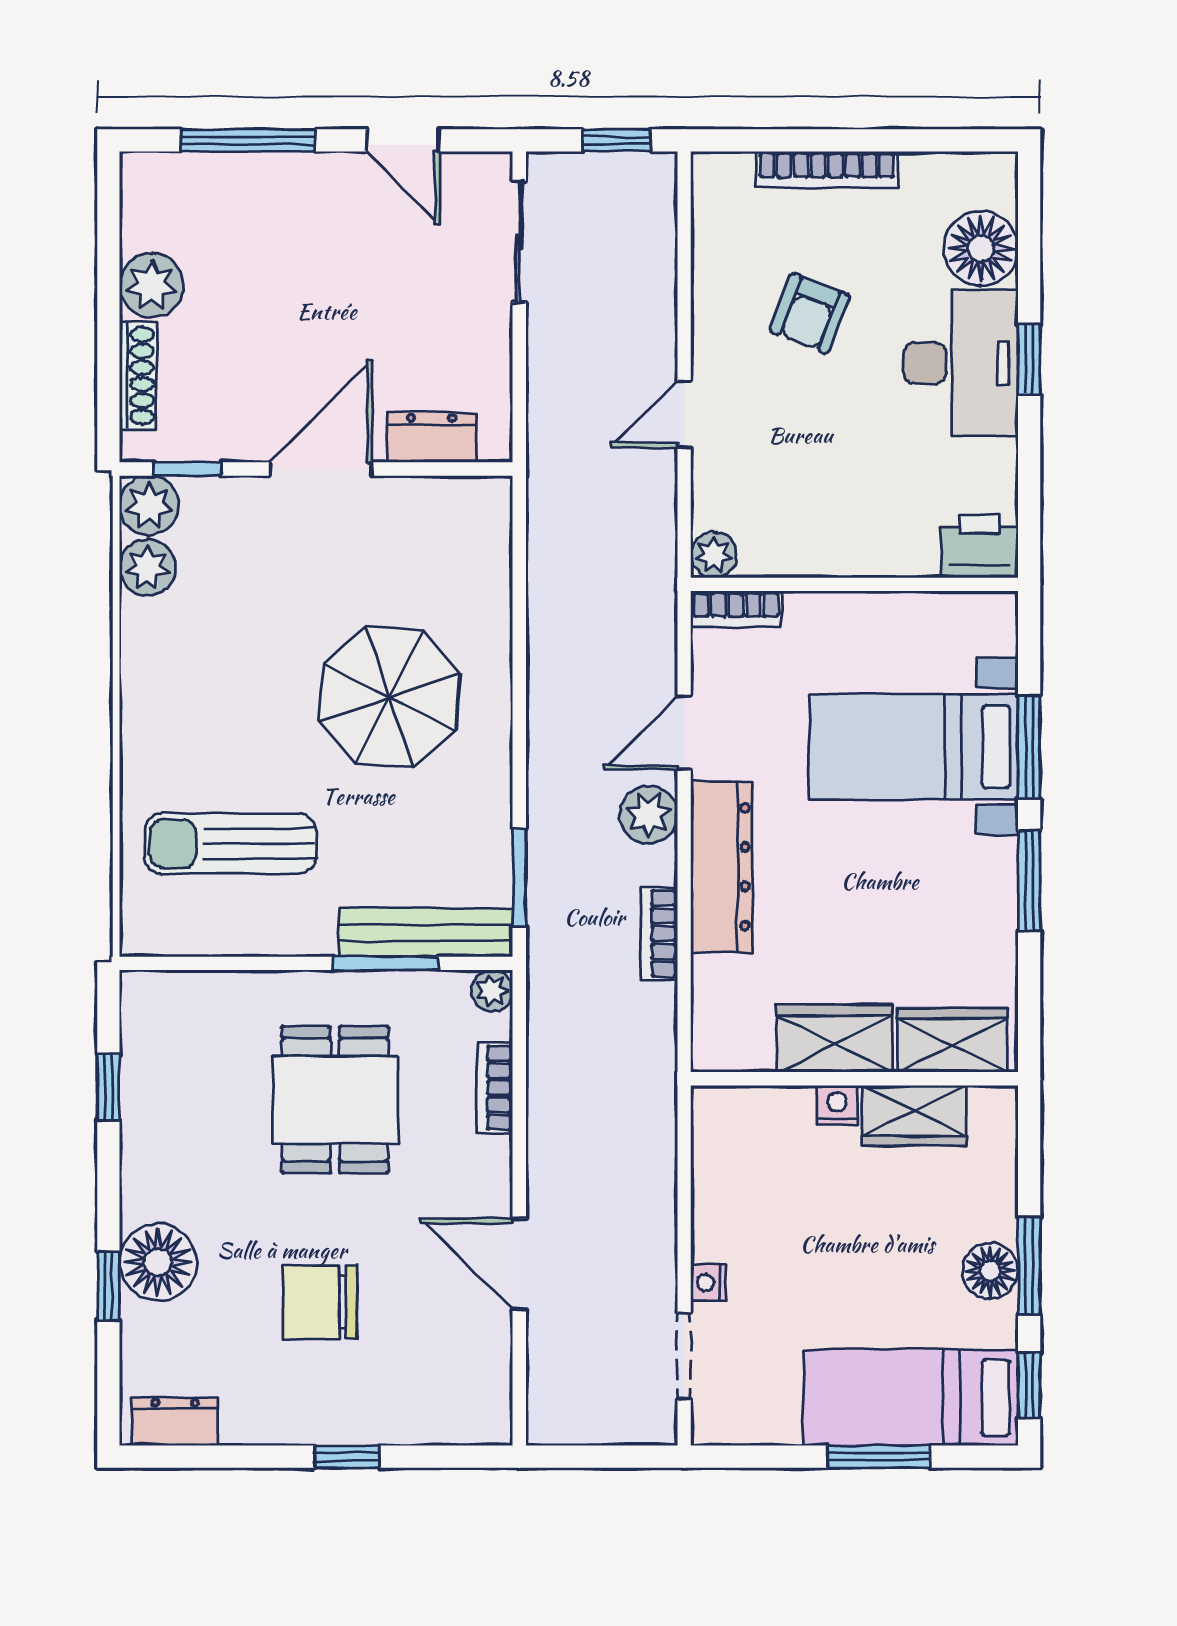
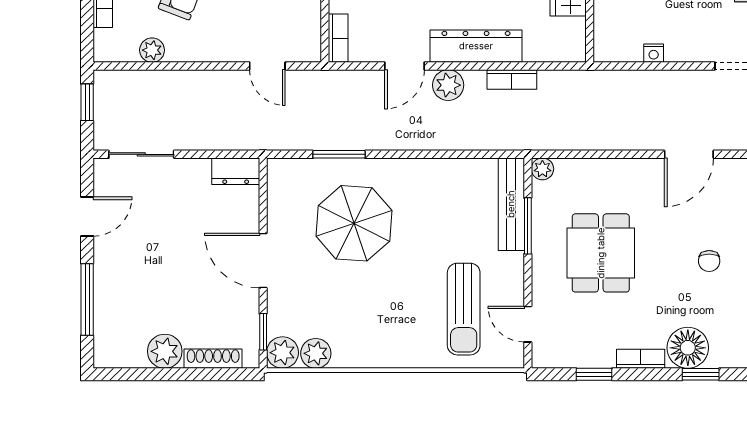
door: (684, 414) -> (267, 66), moved
dresser: (432, 437) -> (236, 171), moved, turned -90
plant: (714, 555) -> (152, 50), moved
parasol: (389, 697) -> (354, 223), moved
door: (684, 733) -> (405, 66), hinge flipped
window: (519, 877) -> (339, 154), moved
door: (202, 963) -> (528, 324), added
bookcase: (495, 1088) -> (641, 359), moved, turned 180
dining table: (335, 1100) -> (601, 253), turned 90
nightstand: (708, 1283) -> (654, 53), moved
chair: (320, 1302) -> (709, 261), width x0.54, depth x0.54

